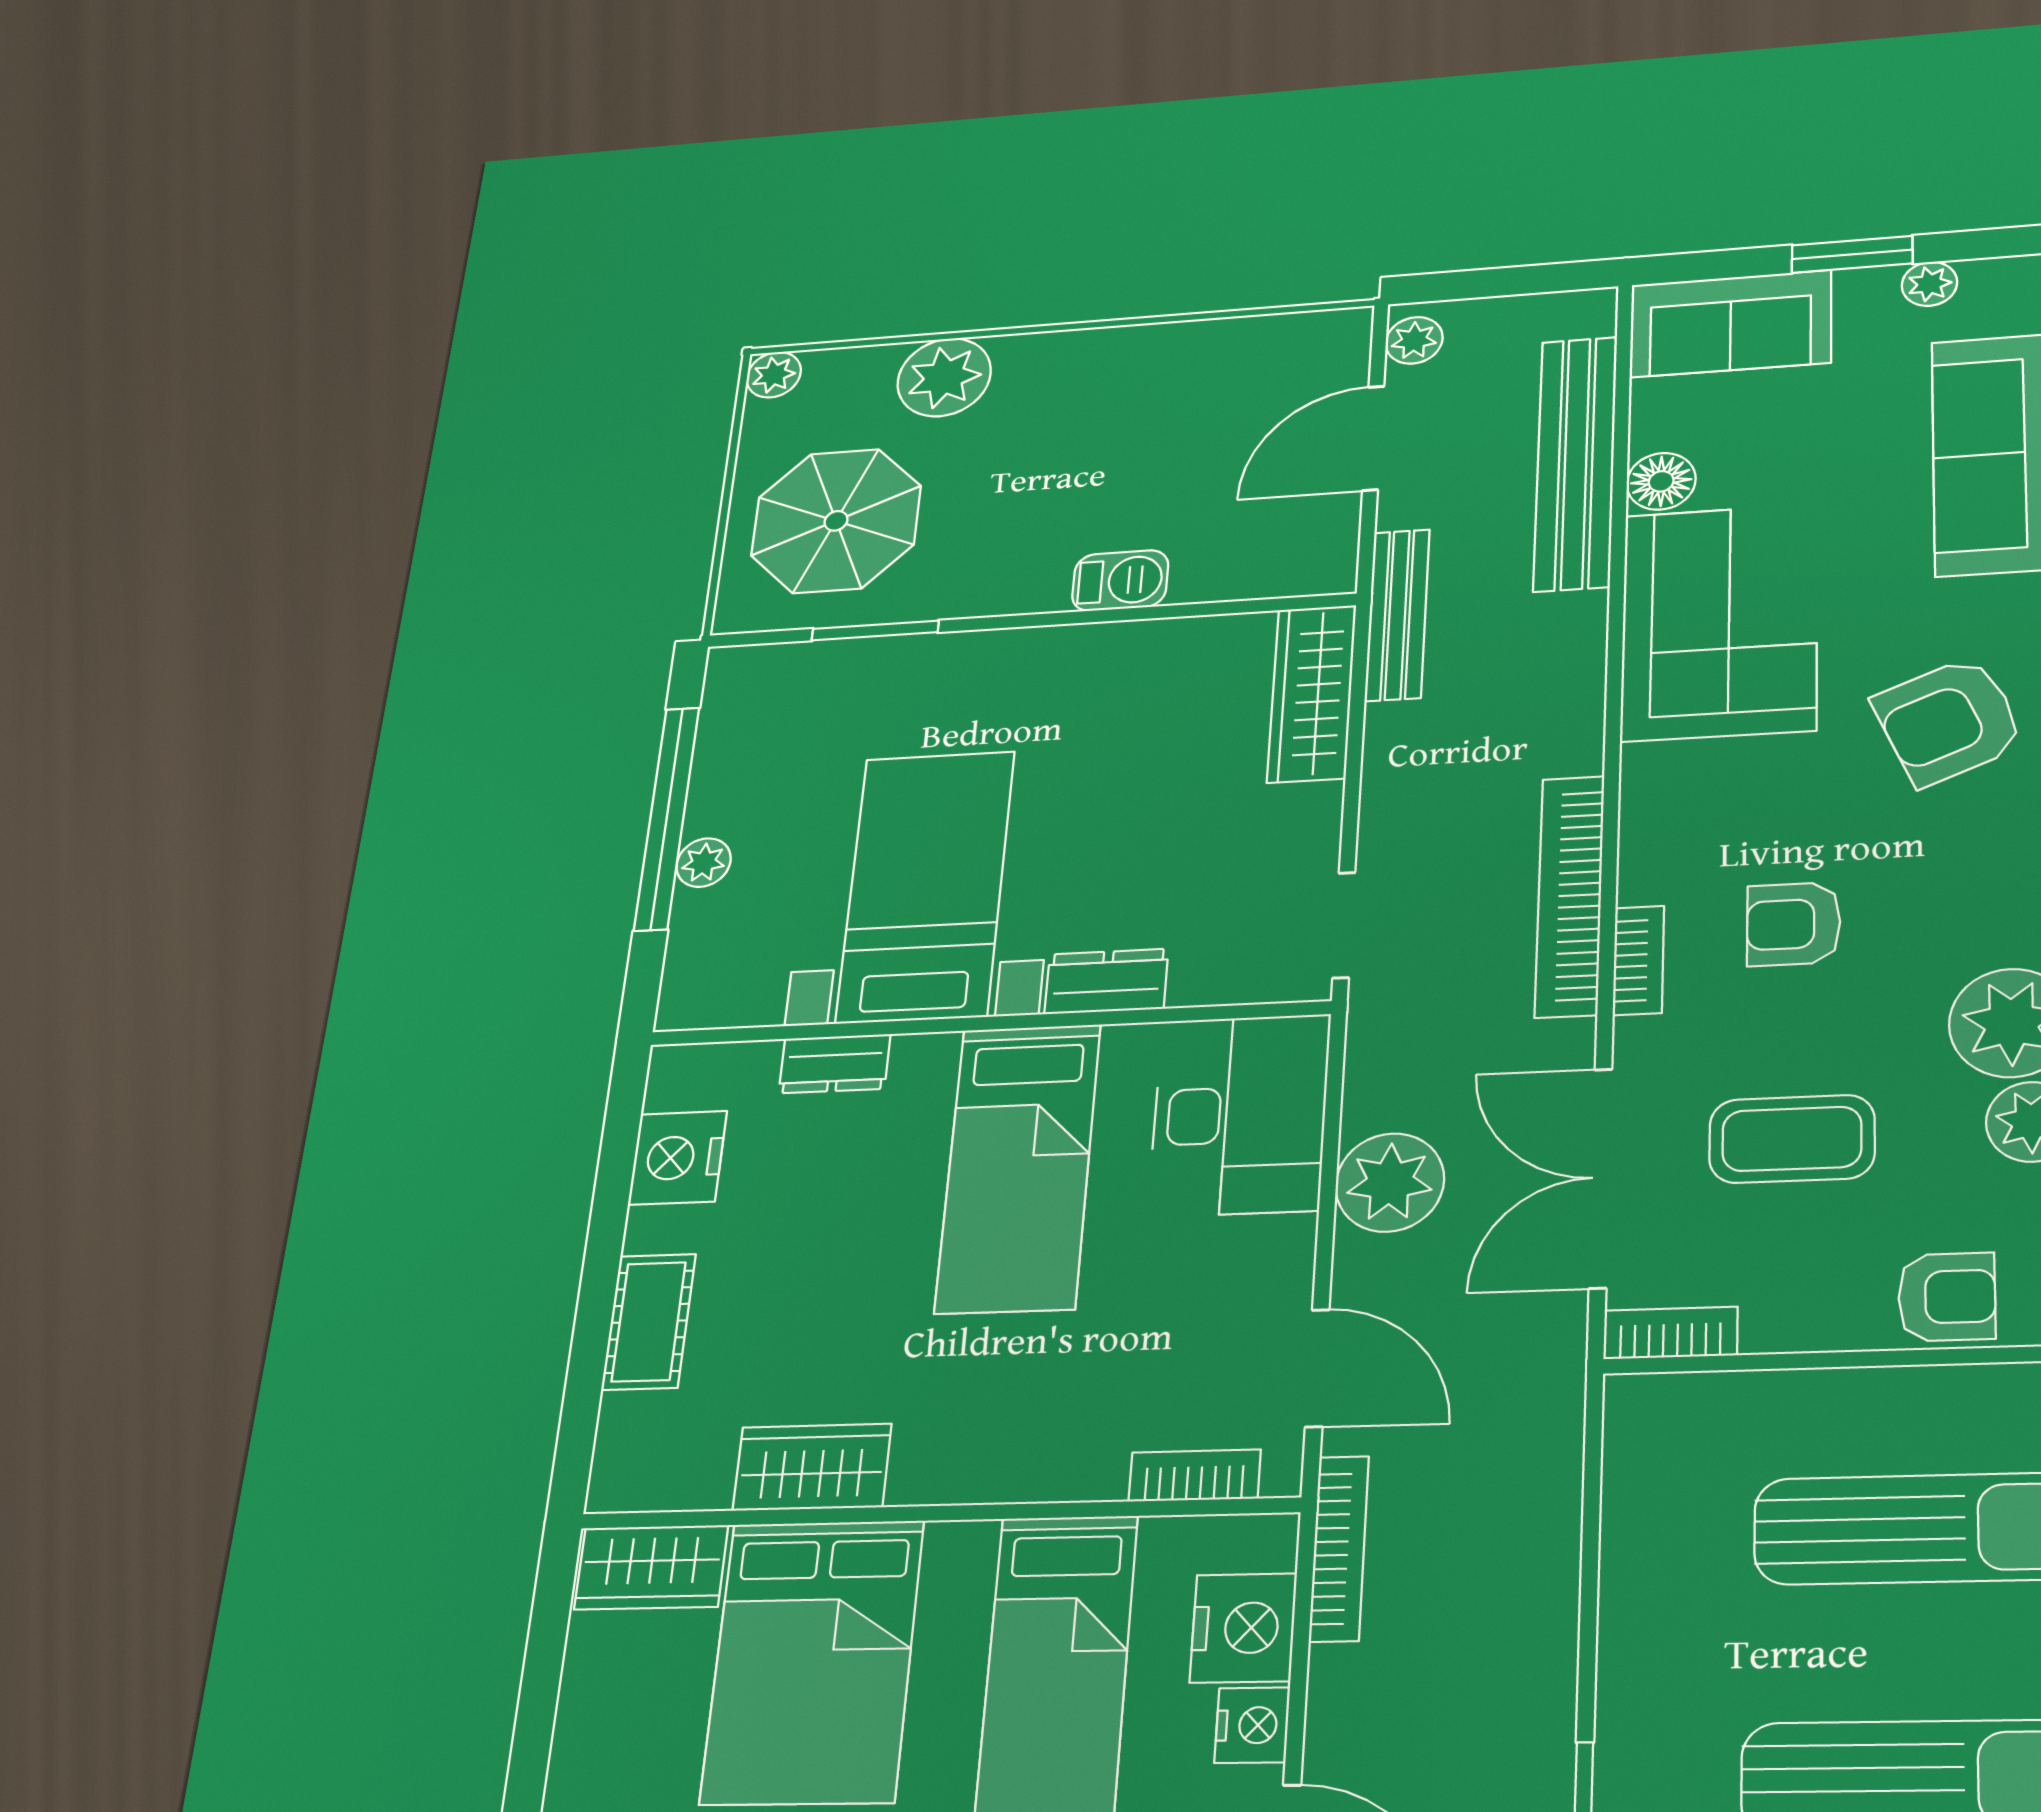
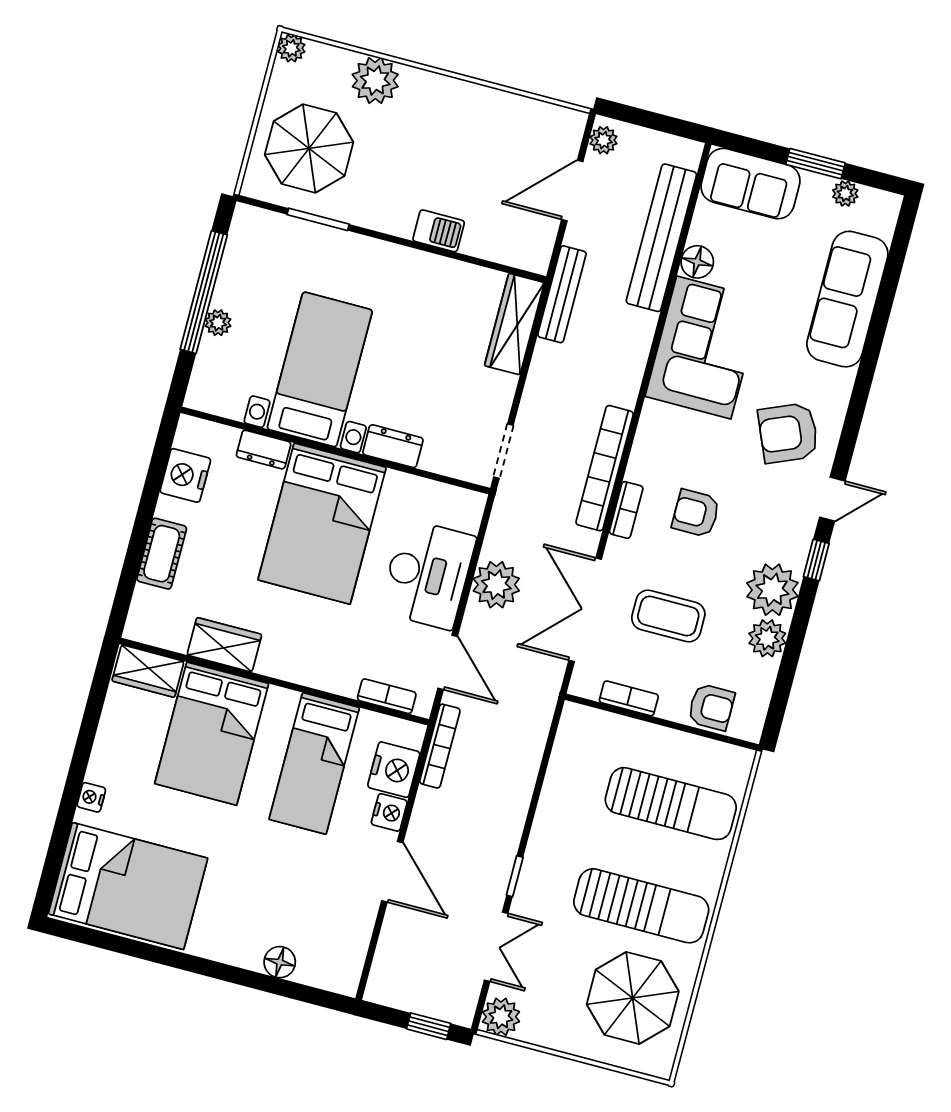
desk: (1240, 1115) -> (428, 574), moved
bed: (1018, 1167) -> (322, 524), width x1.50
bookcase: (1670, 1333) -> (629, 698), moved

